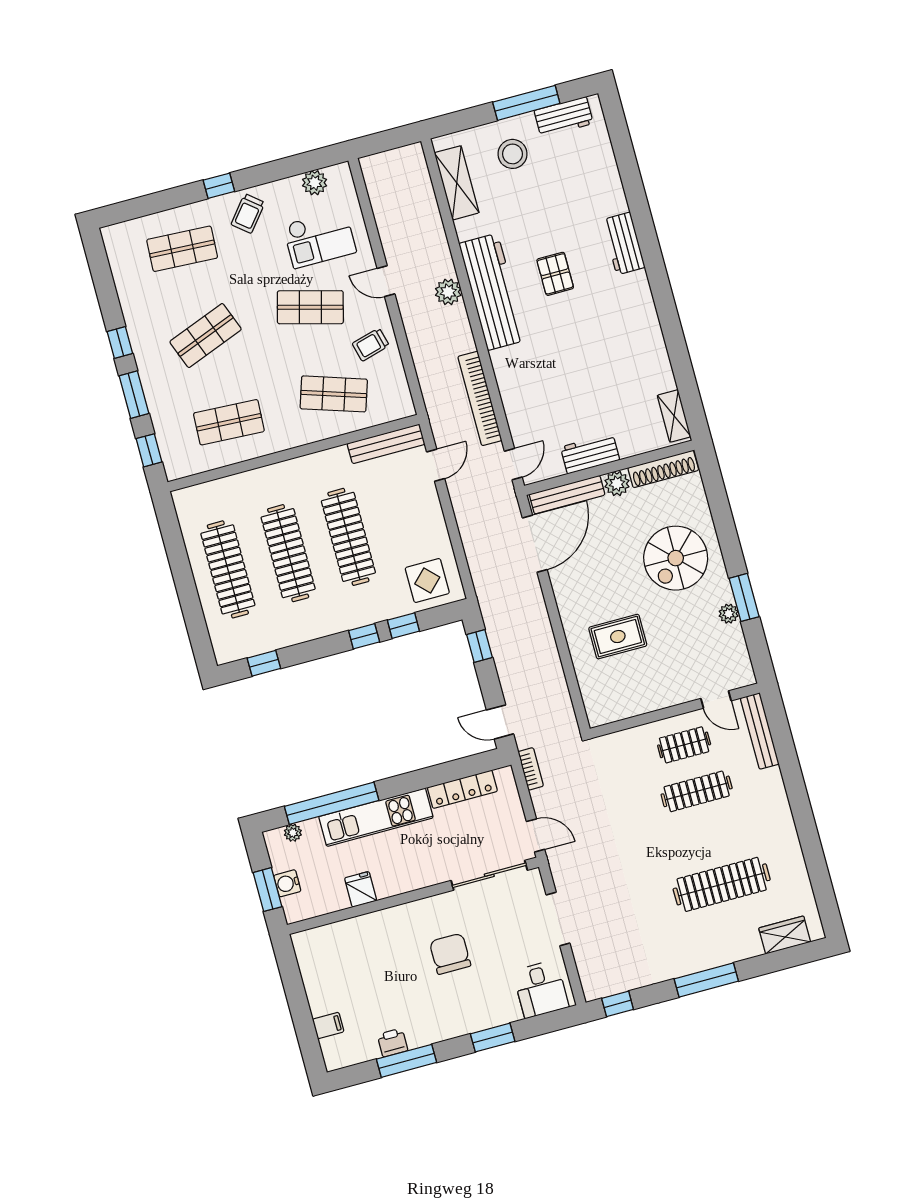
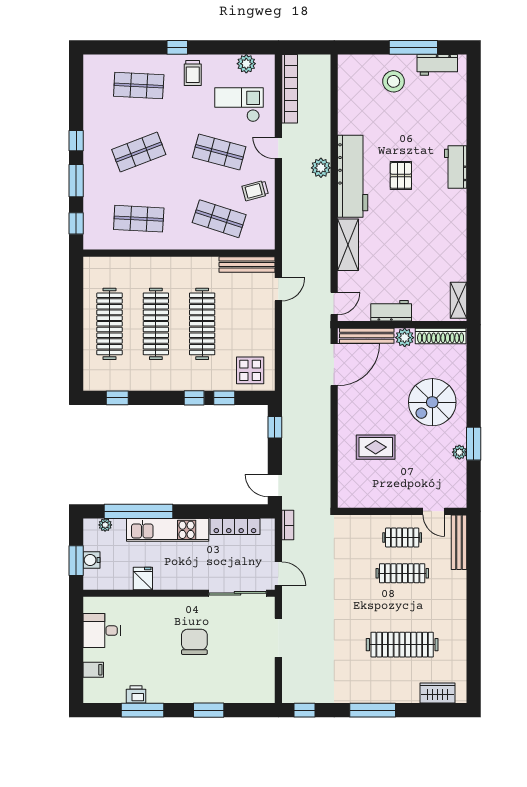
shelving: (457, 183) -> (348, 245), moved
trolley: (248, 214) -> (193, 73), turned -39
checkout: (319, 239) -> (239, 105), turned 180
bookcase: (480, 398) -> (290, 89), moved, turned 180
desk: (541, 989) -> (102, 631), moved, turned 90

